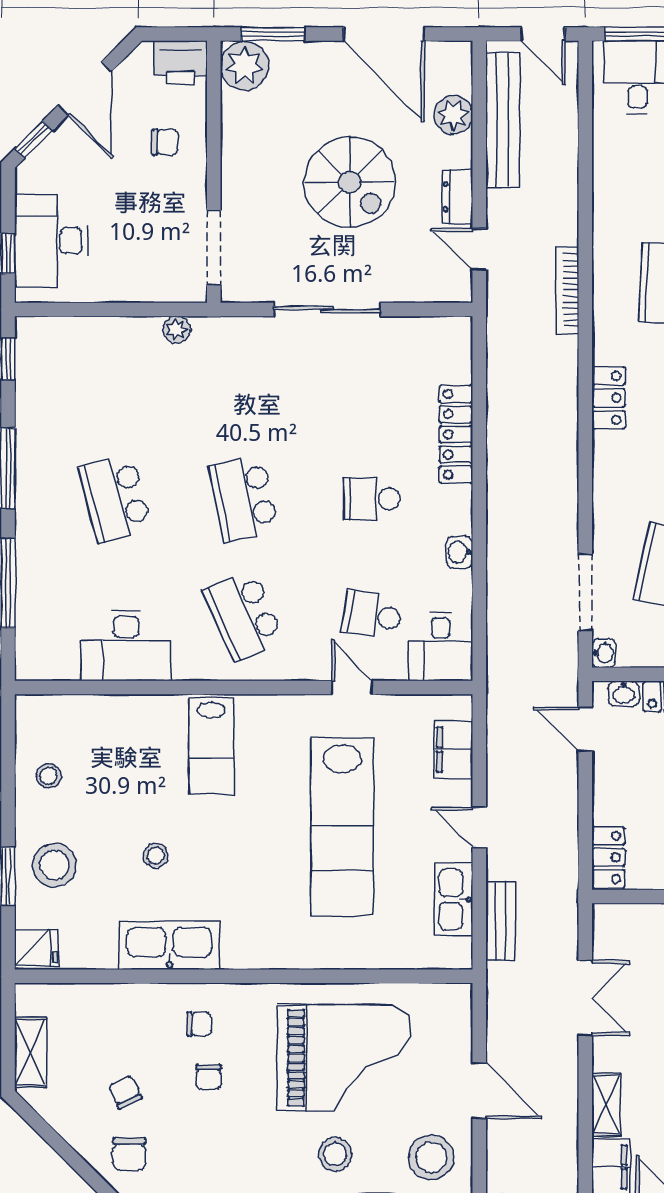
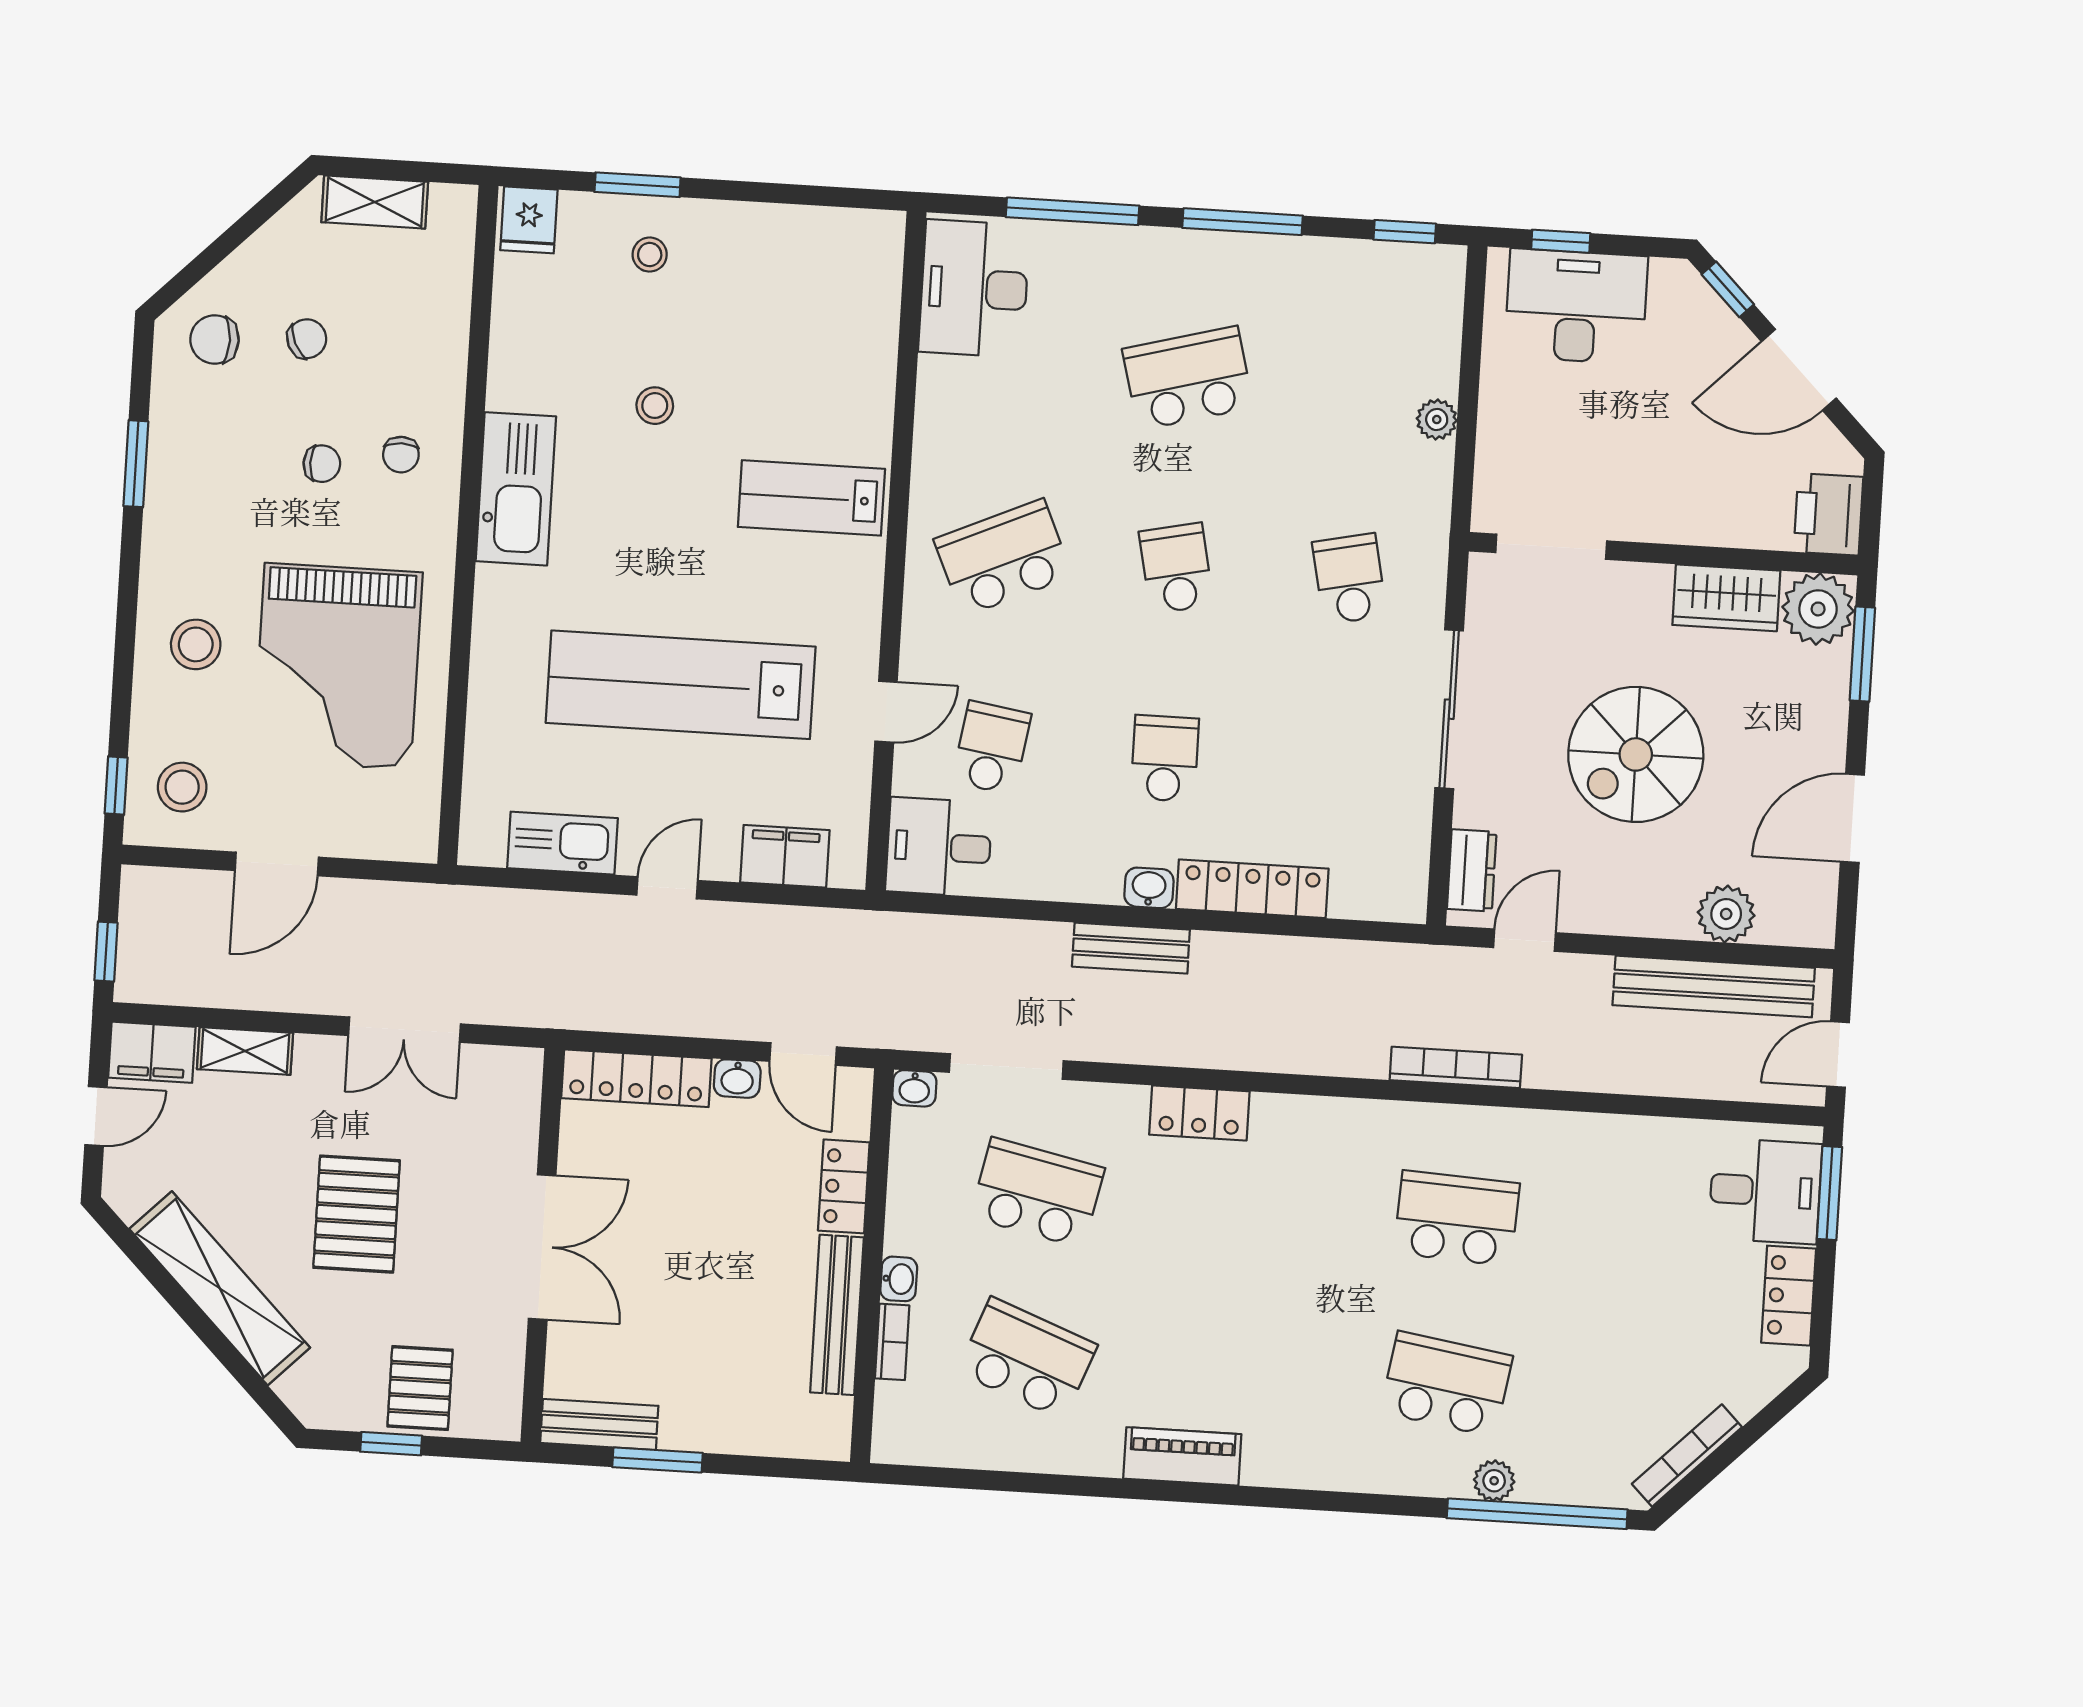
door: (384, 34) -> (1852, 818), width x0.73
wardrobe: (241, 128) -> (1726, 598), added
chair: (165, 142) -> (1712, 484), removed
dresser: (457, 197) -> (1472, 870), moved, turned 90
plant: (177, 330) -> (1437, 419), moved
school desk: (244, 382) -> (1350, 579), added
locker: (609, 398) -> (1199, 1113), moved
school desk: (244, 499) -> (1176, 568), width x0.54
washbasin: (459, 552) -> (1149, 888), moved
desk: (126, 646) -> (974, 289), moved
washbasin: (624, 693) -> (737, 1079), moved, turned -90
door: (585, 729) -> (803, 1054), swing flipped
stool: (49, 776) -> (782, 254), removed
locker: (608, 857) -> (636, 1078), width x1.53
stool: (54, 865) -> (650, 255), width x0.53, depth x0.53
bench: (501, 921) -> (1131, 948), moved
kitchen sink: (169, 945) -> (516, 489), moved
chair: (208, 1077) -> (322, 464), turned 180
stool: (431, 1157) -> (182, 787), width x0.73, depth x0.73

